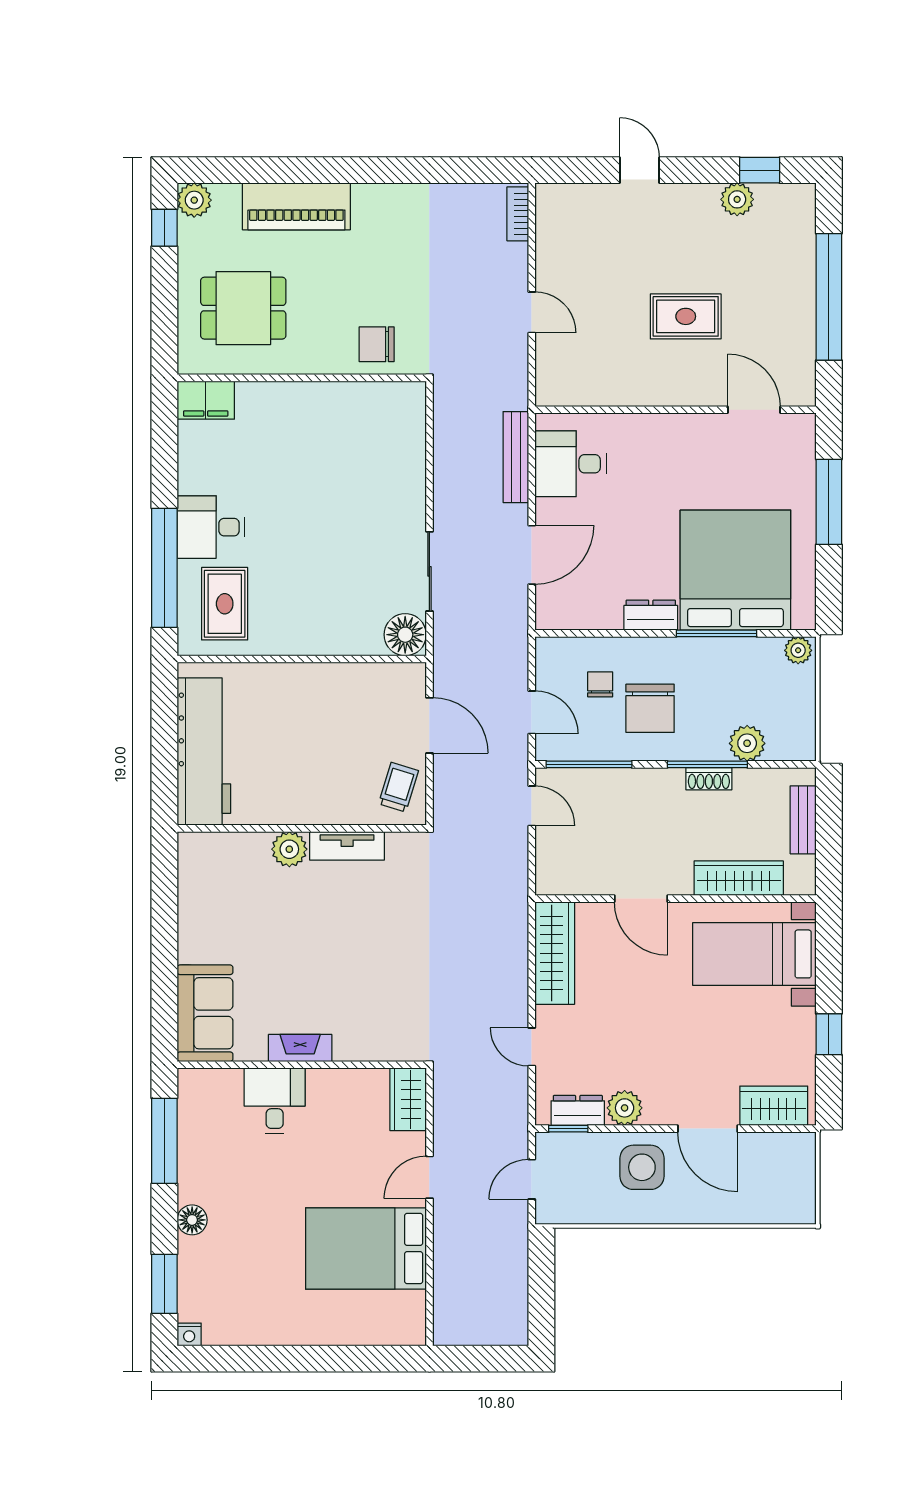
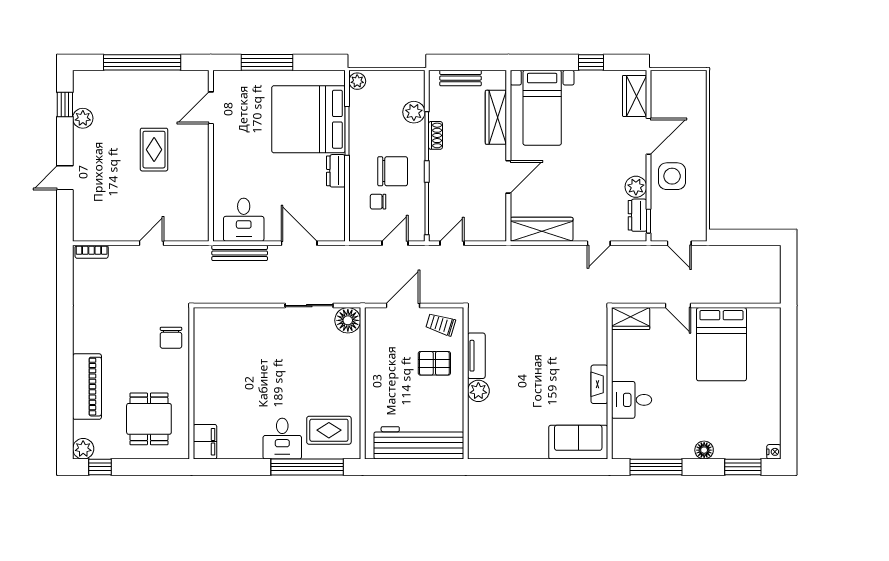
pallet: (335, 777) -> (434, 363), added

